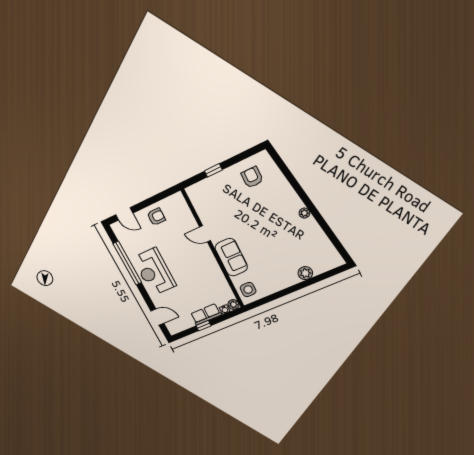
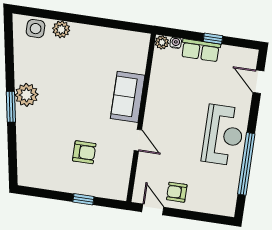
armchair: (252, 177) -> (84, 152), moved, turned -90
window: (306, 200) -> (11, 107), added
plant: (304, 213) -> (27, 95), width x1.88, depth x1.88
door: (124, 214) -> (153, 209), moved
side table: (248, 290) -> (36, 29), moved

